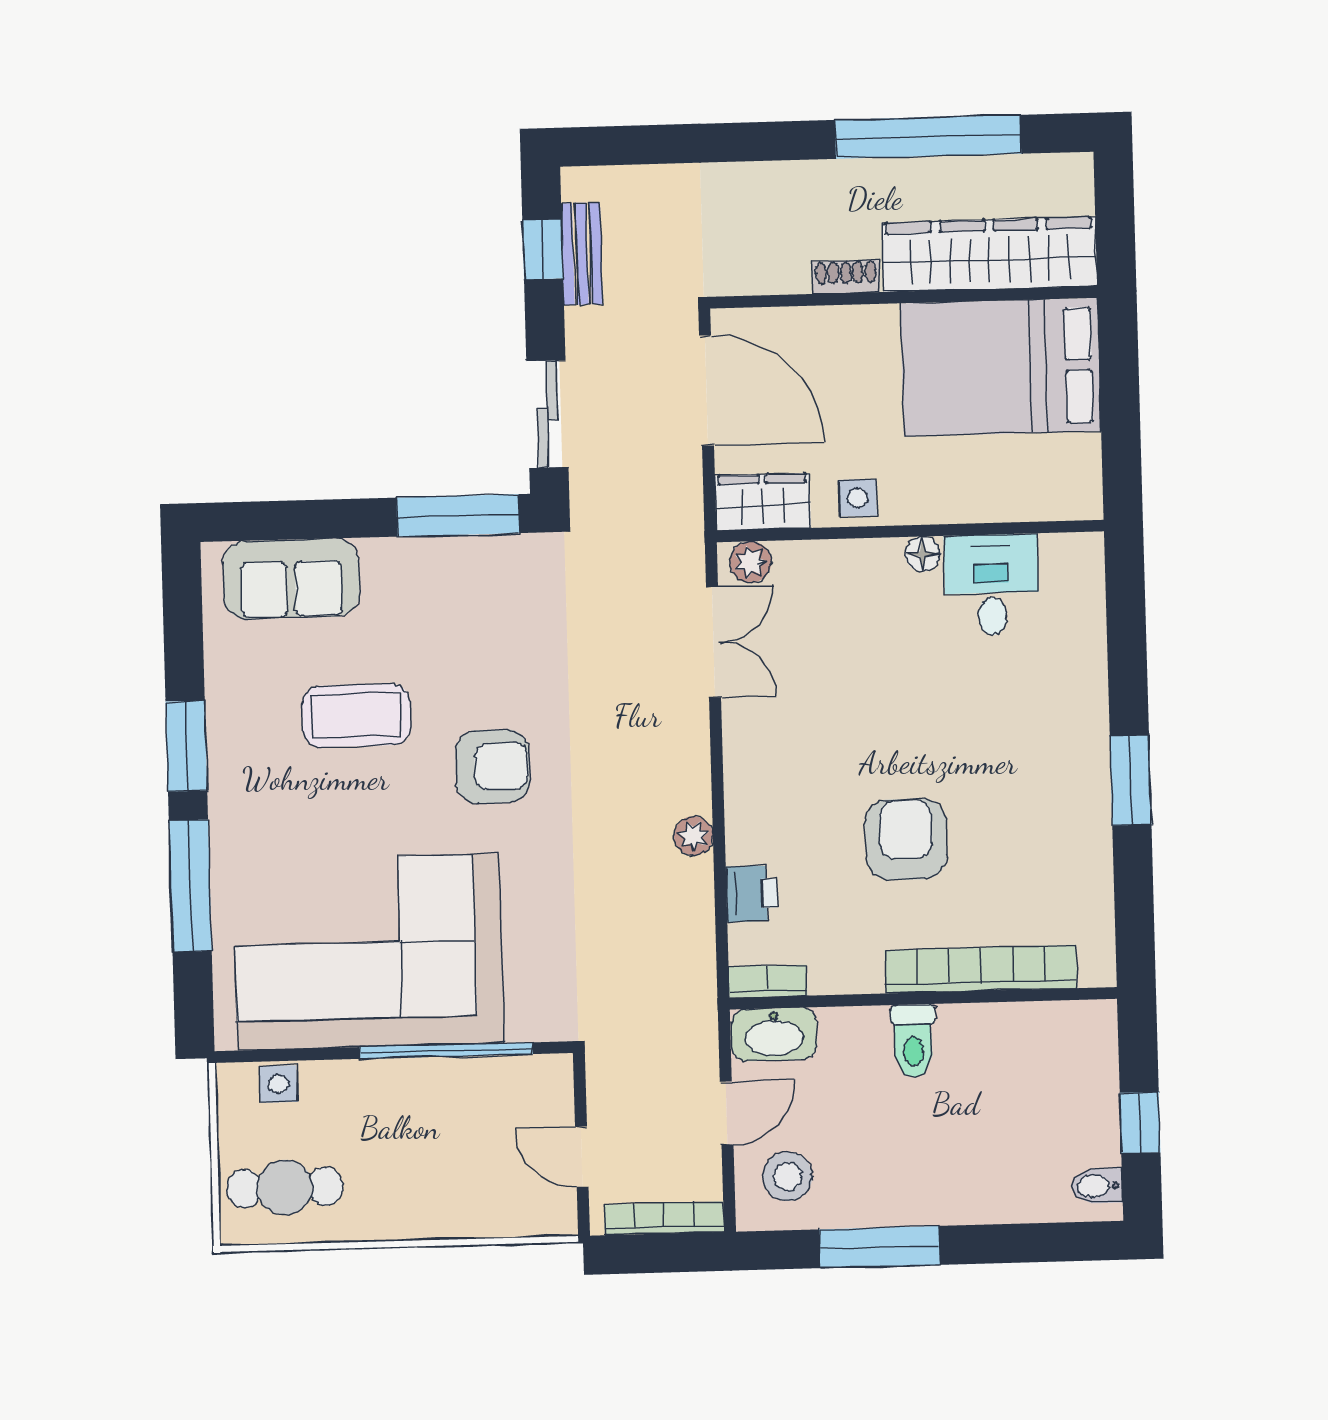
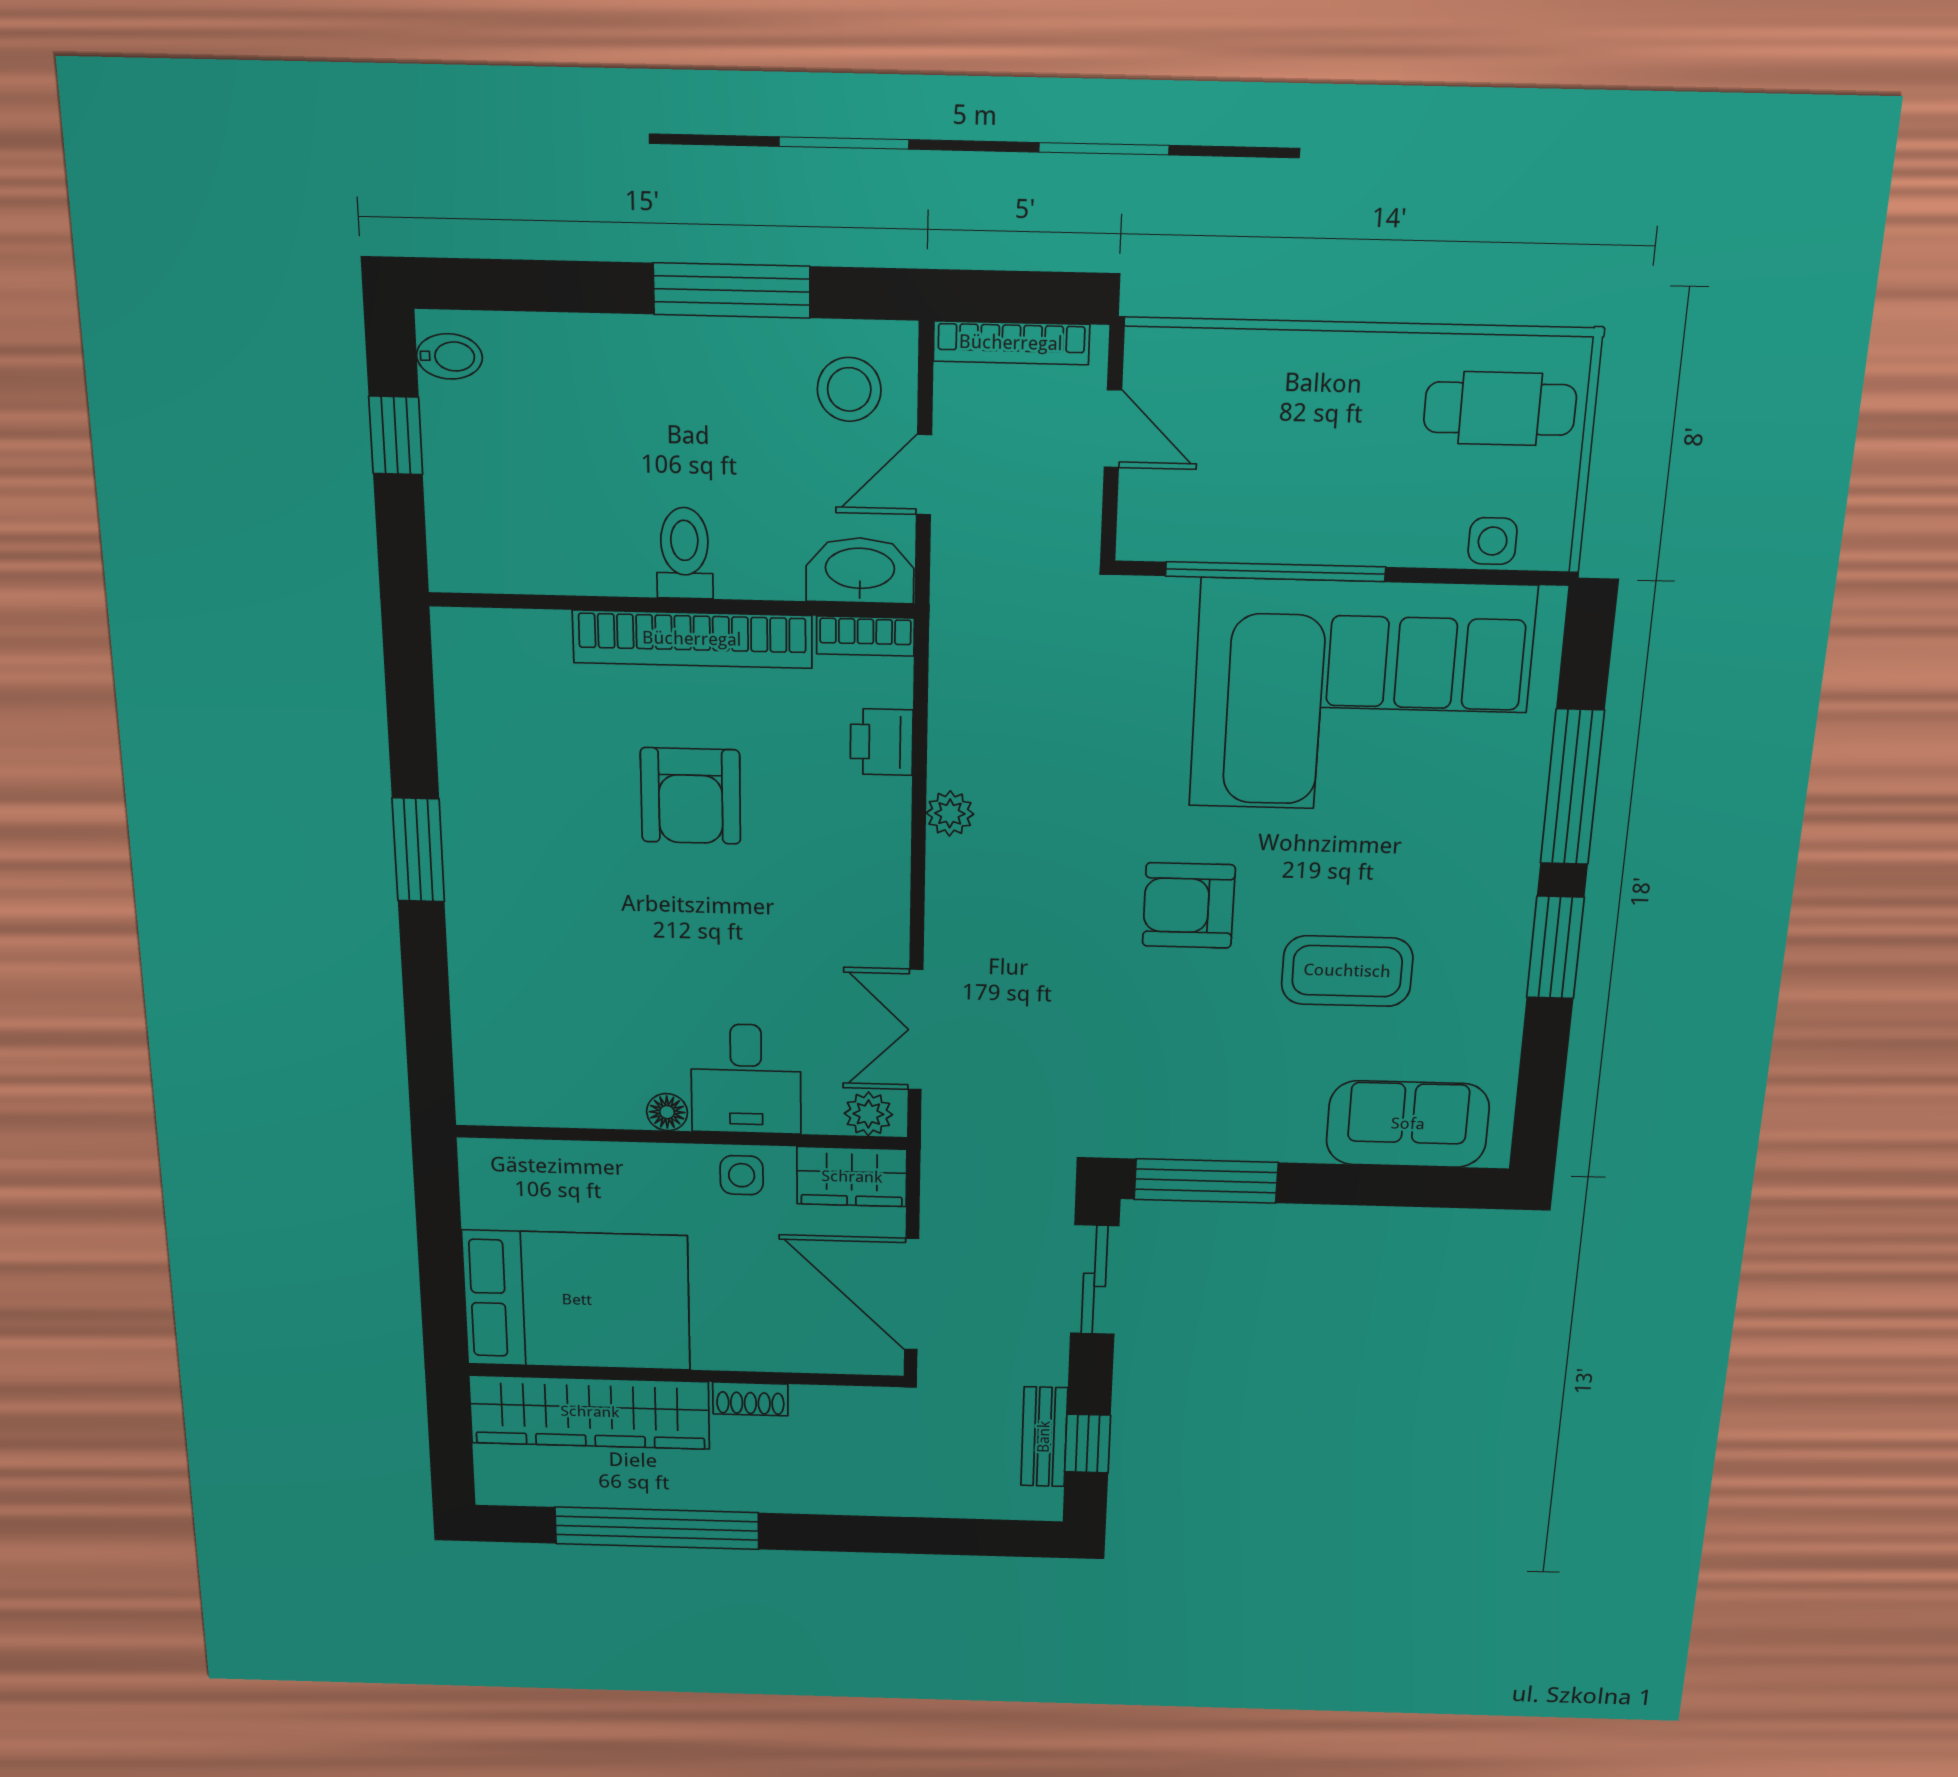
desk: (992, 585) -> (746, 1079), moved
bookcase: (981, 969) -> (692, 639), moved

